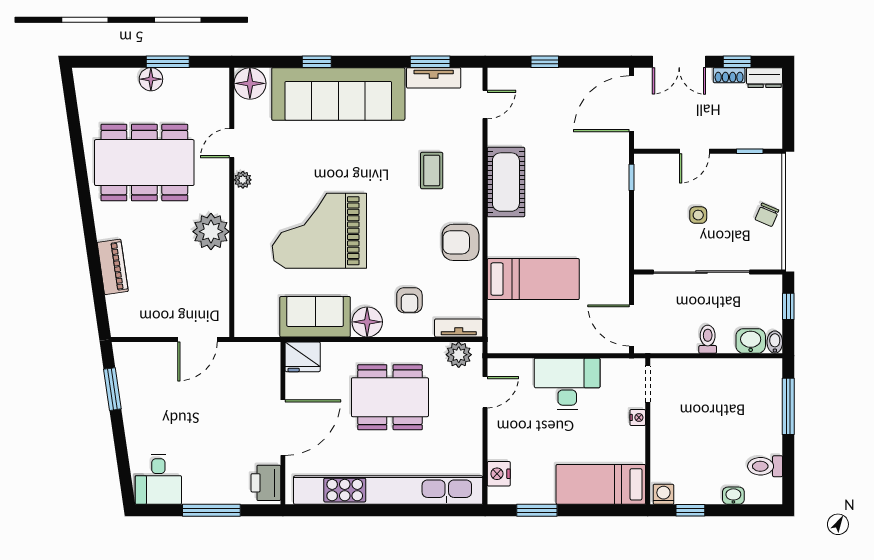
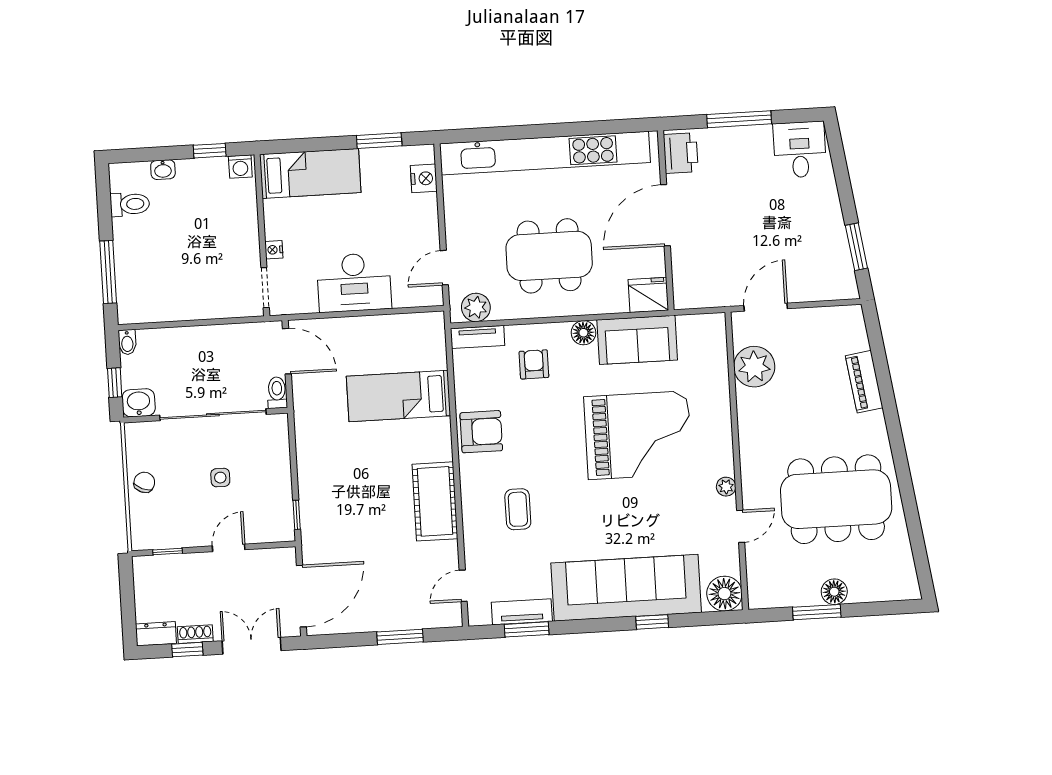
window: (545, 62) -> (400, 637), width x1.50
plant: (211, 232) -> (754, 367), moved
floor lamp: (367, 322) -> (583, 333), width x0.73, depth x0.73
toilet: (708, 339) -> (277, 393), moved, turned 180
washbasin: (751, 341) -> (139, 403), moved, turned 180

